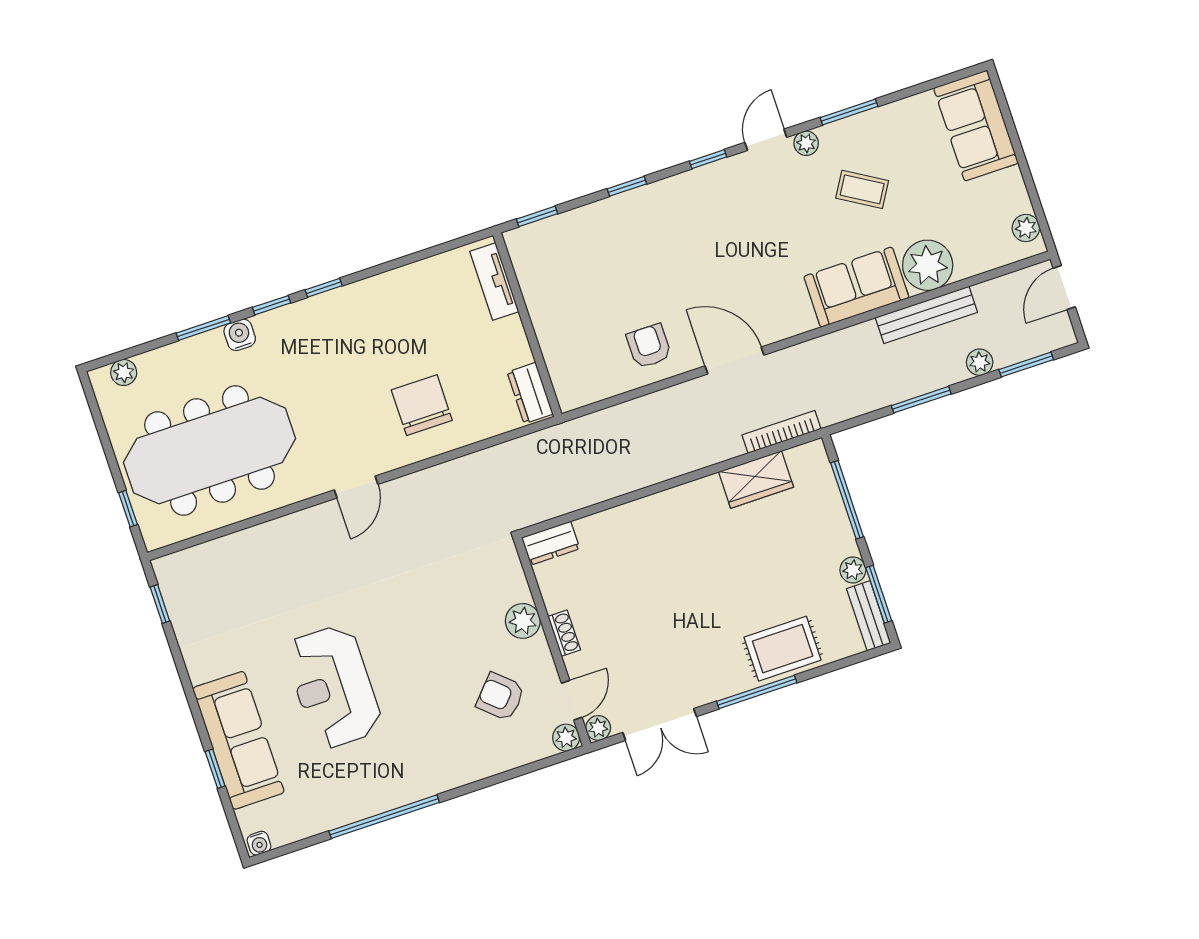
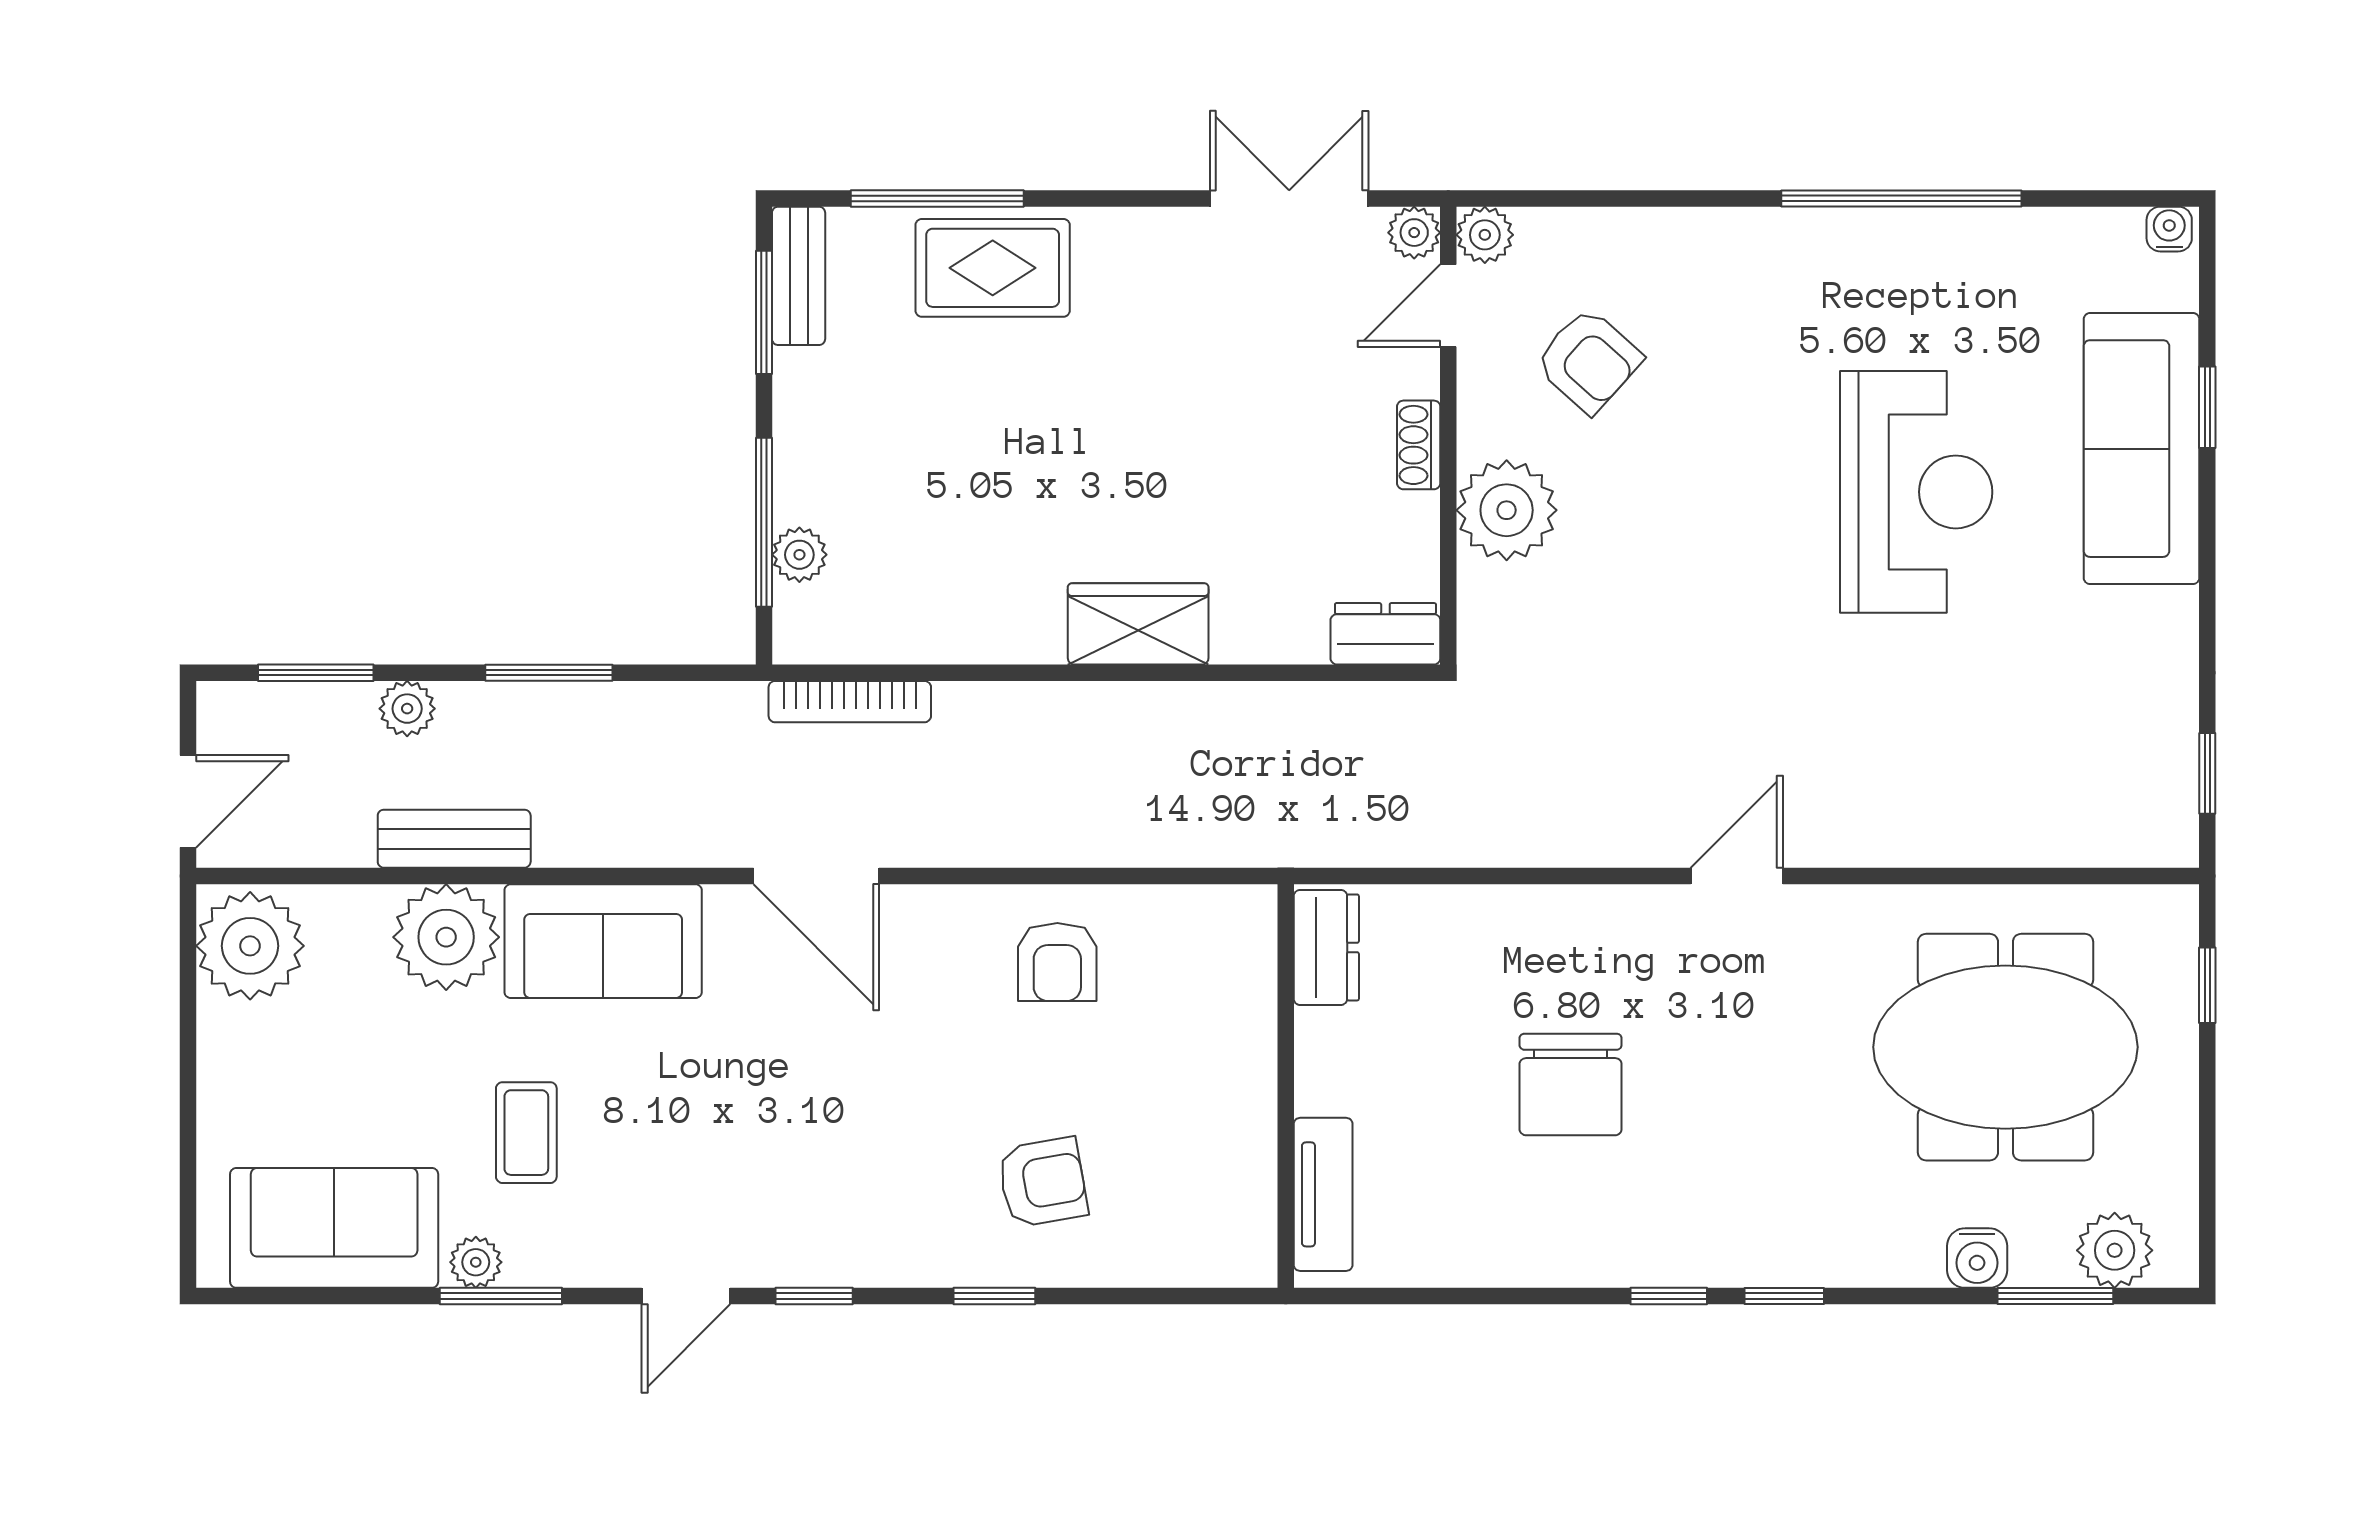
sofa: (976, 126) -> (334, 1228), moved, turned -90
plant: (806, 143) -> (476, 1262), moved
coffee table: (862, 189) -> (526, 1133), turned 59
window: (537, 216) -> (1194, 1296), removed
plant: (1026, 228) -> (250, 946), width x1.87, depth x1.87
armchair: (622, 245) -> (1043, 1182), added
bench: (926, 315) -> (454, 839), width x0.73
window: (203, 328) -> (2055, 1296), moved
water cooler: (240, 335) -> (1977, 1258), moved
door: (735, 360) -> (816, 876), moved
plant: (124, 372) -> (2115, 1250), width x1.38, depth x1.38
chair: (422, 405) -> (1571, 1084), moved
meeting table: (210, 450) -> (2005, 1047), width x0.73
wardrobe: (756, 479) -> (1138, 624), moved
plant: (853, 570) -> (799, 555), moved
plant: (523, 621) -> (1507, 510), width x1.36, depth x1.36
window: (757, 692) -> (937, 198), moved

